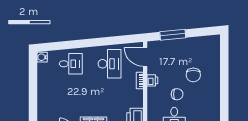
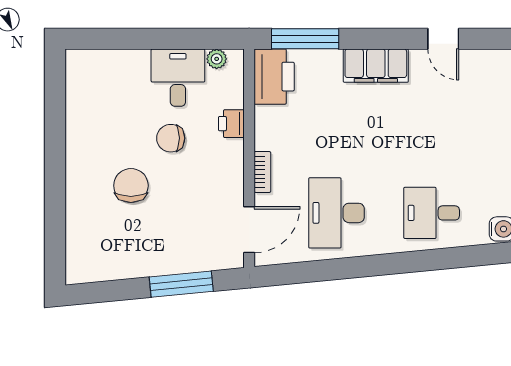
door: (145, 57) -> (249, 230), hinge flipped
printer: (152, 80) -> (231, 124), moved

